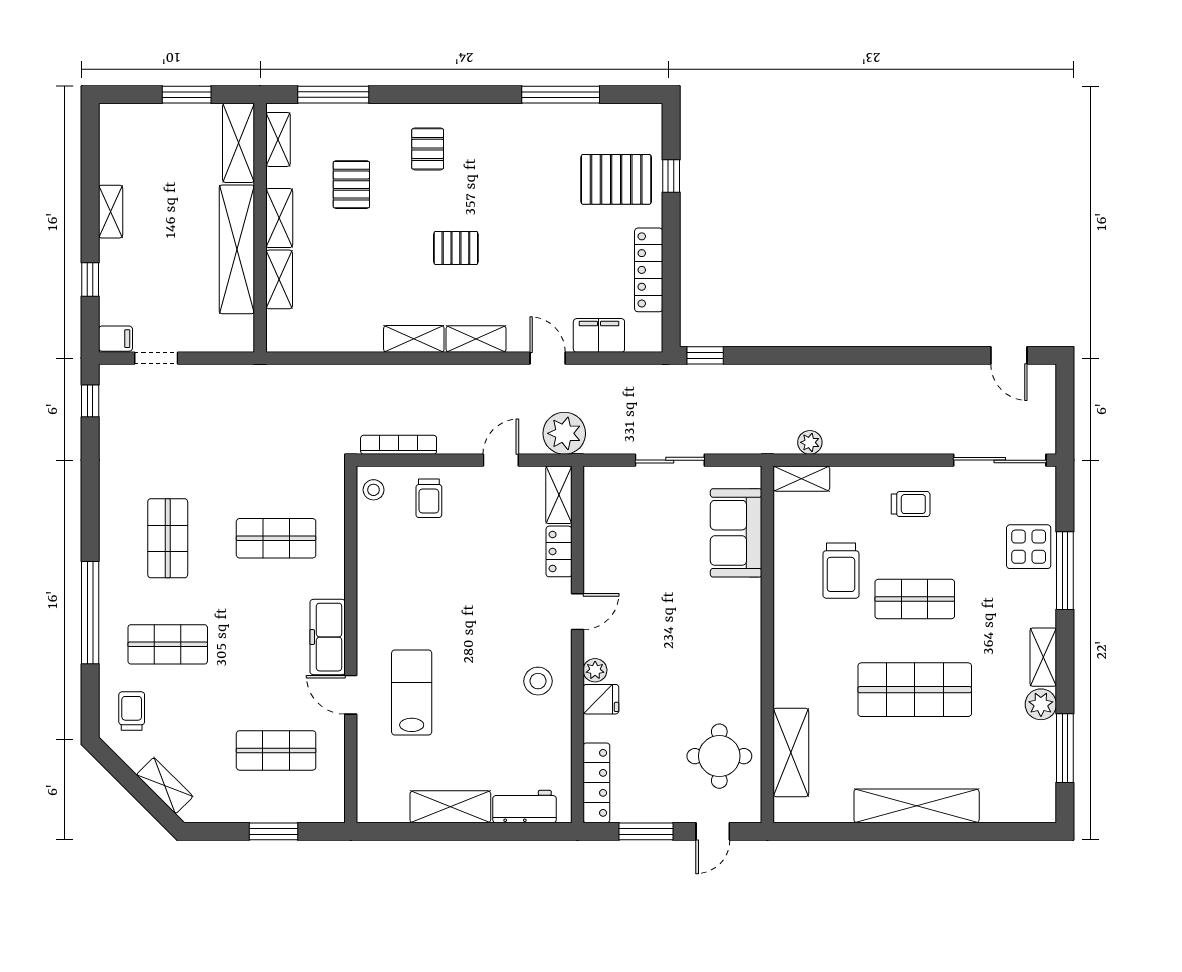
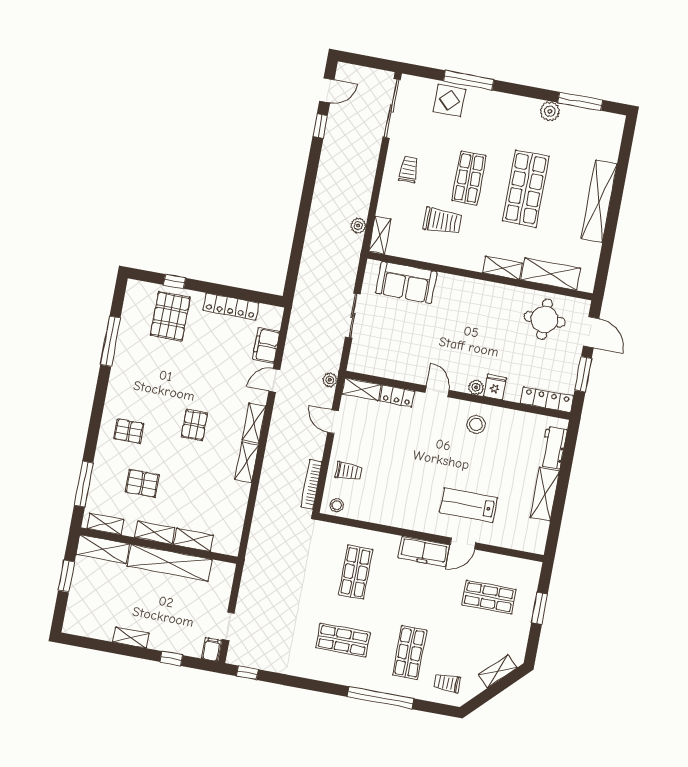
window: (705, 355) -> (320, 126), moved
plant: (564, 433) -> (330, 380), width x0.53, depth x0.53
shelving: (1043, 657) -> (502, 268), moved
shop shelf: (276, 750) -> (489, 597), turned 90
door: (713, 831) -> (591, 332), width x1.37

